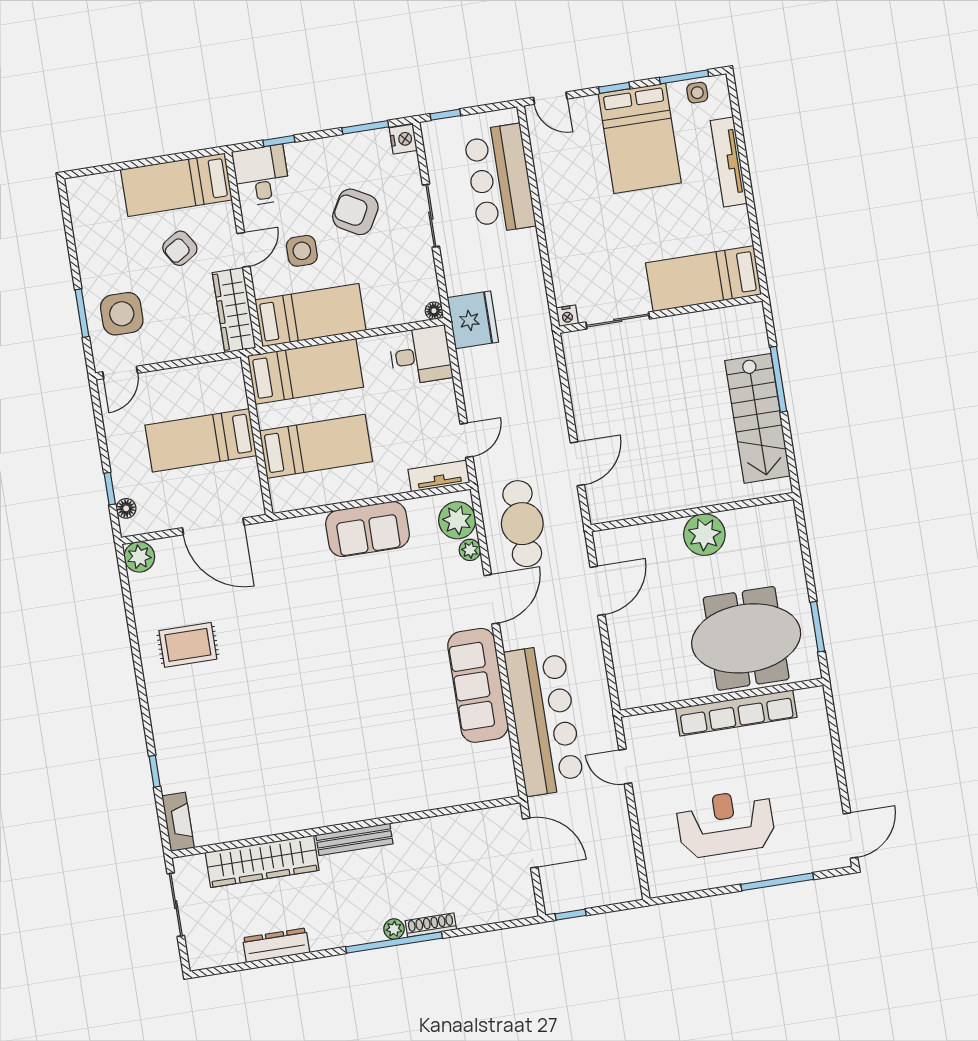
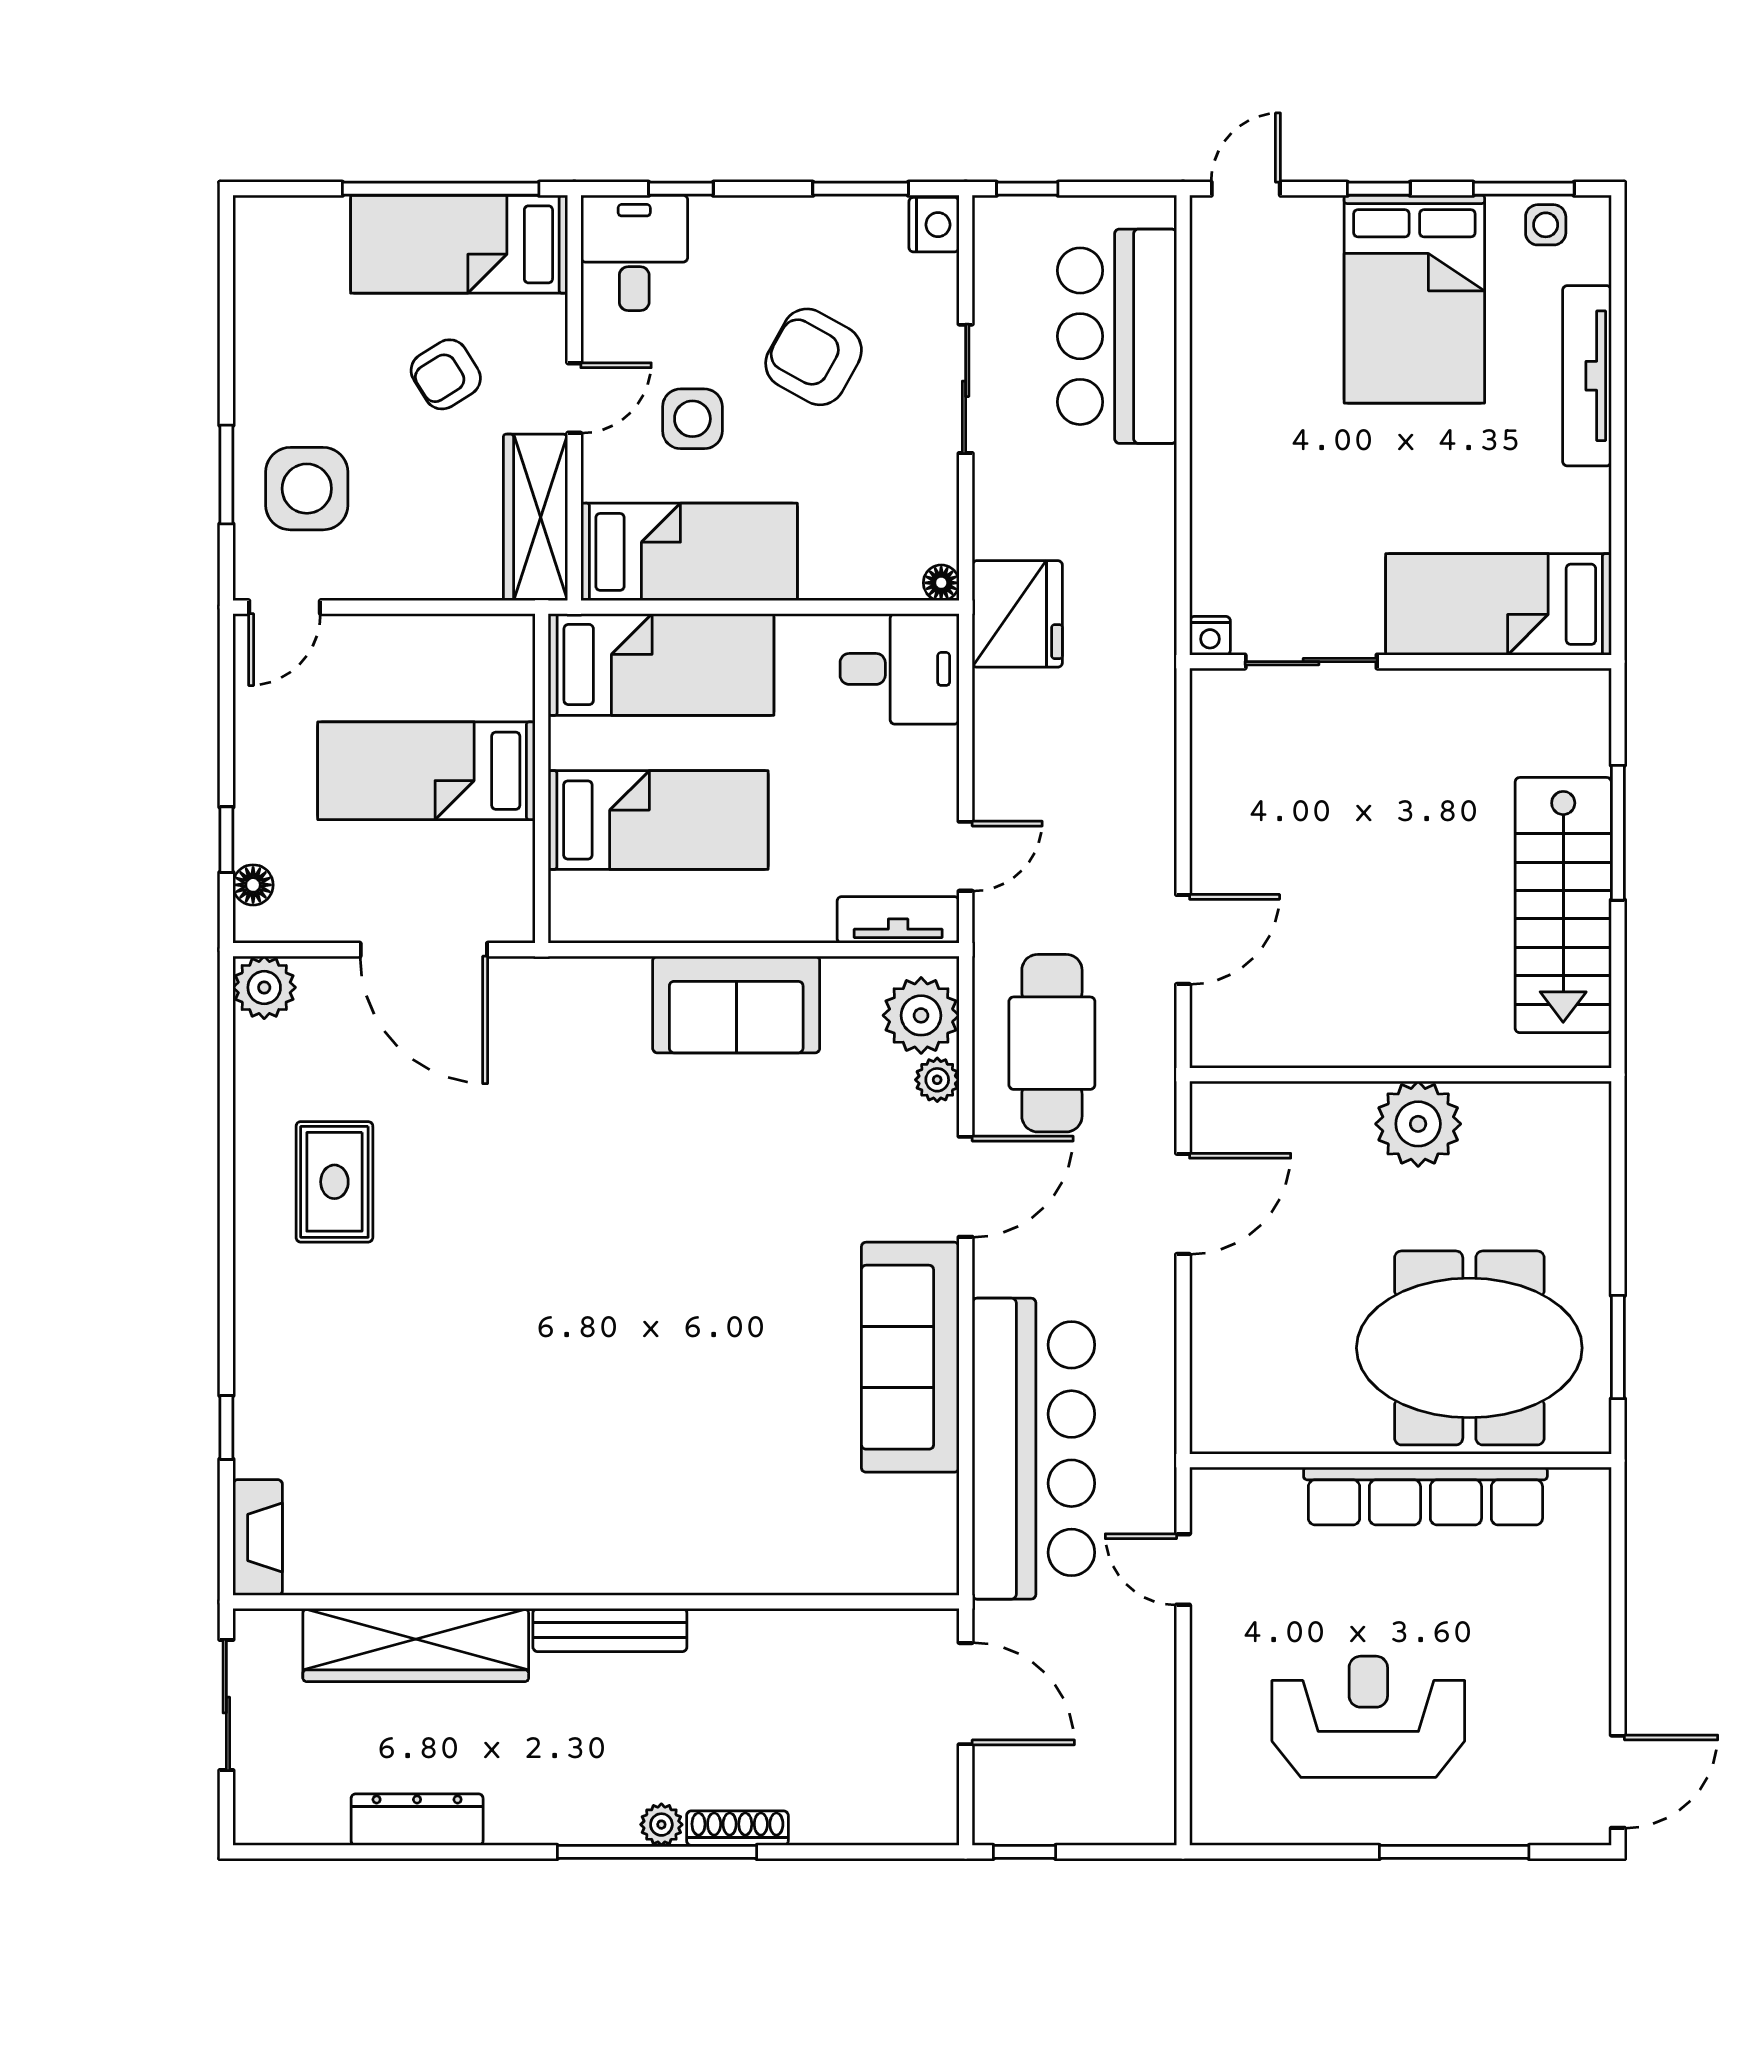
door: (550, 98) -> (1246, 189), swing flipped
window: (163, 159) -> (441, 189), added
rug: (188, 645) -> (334, 1182), turned 90

